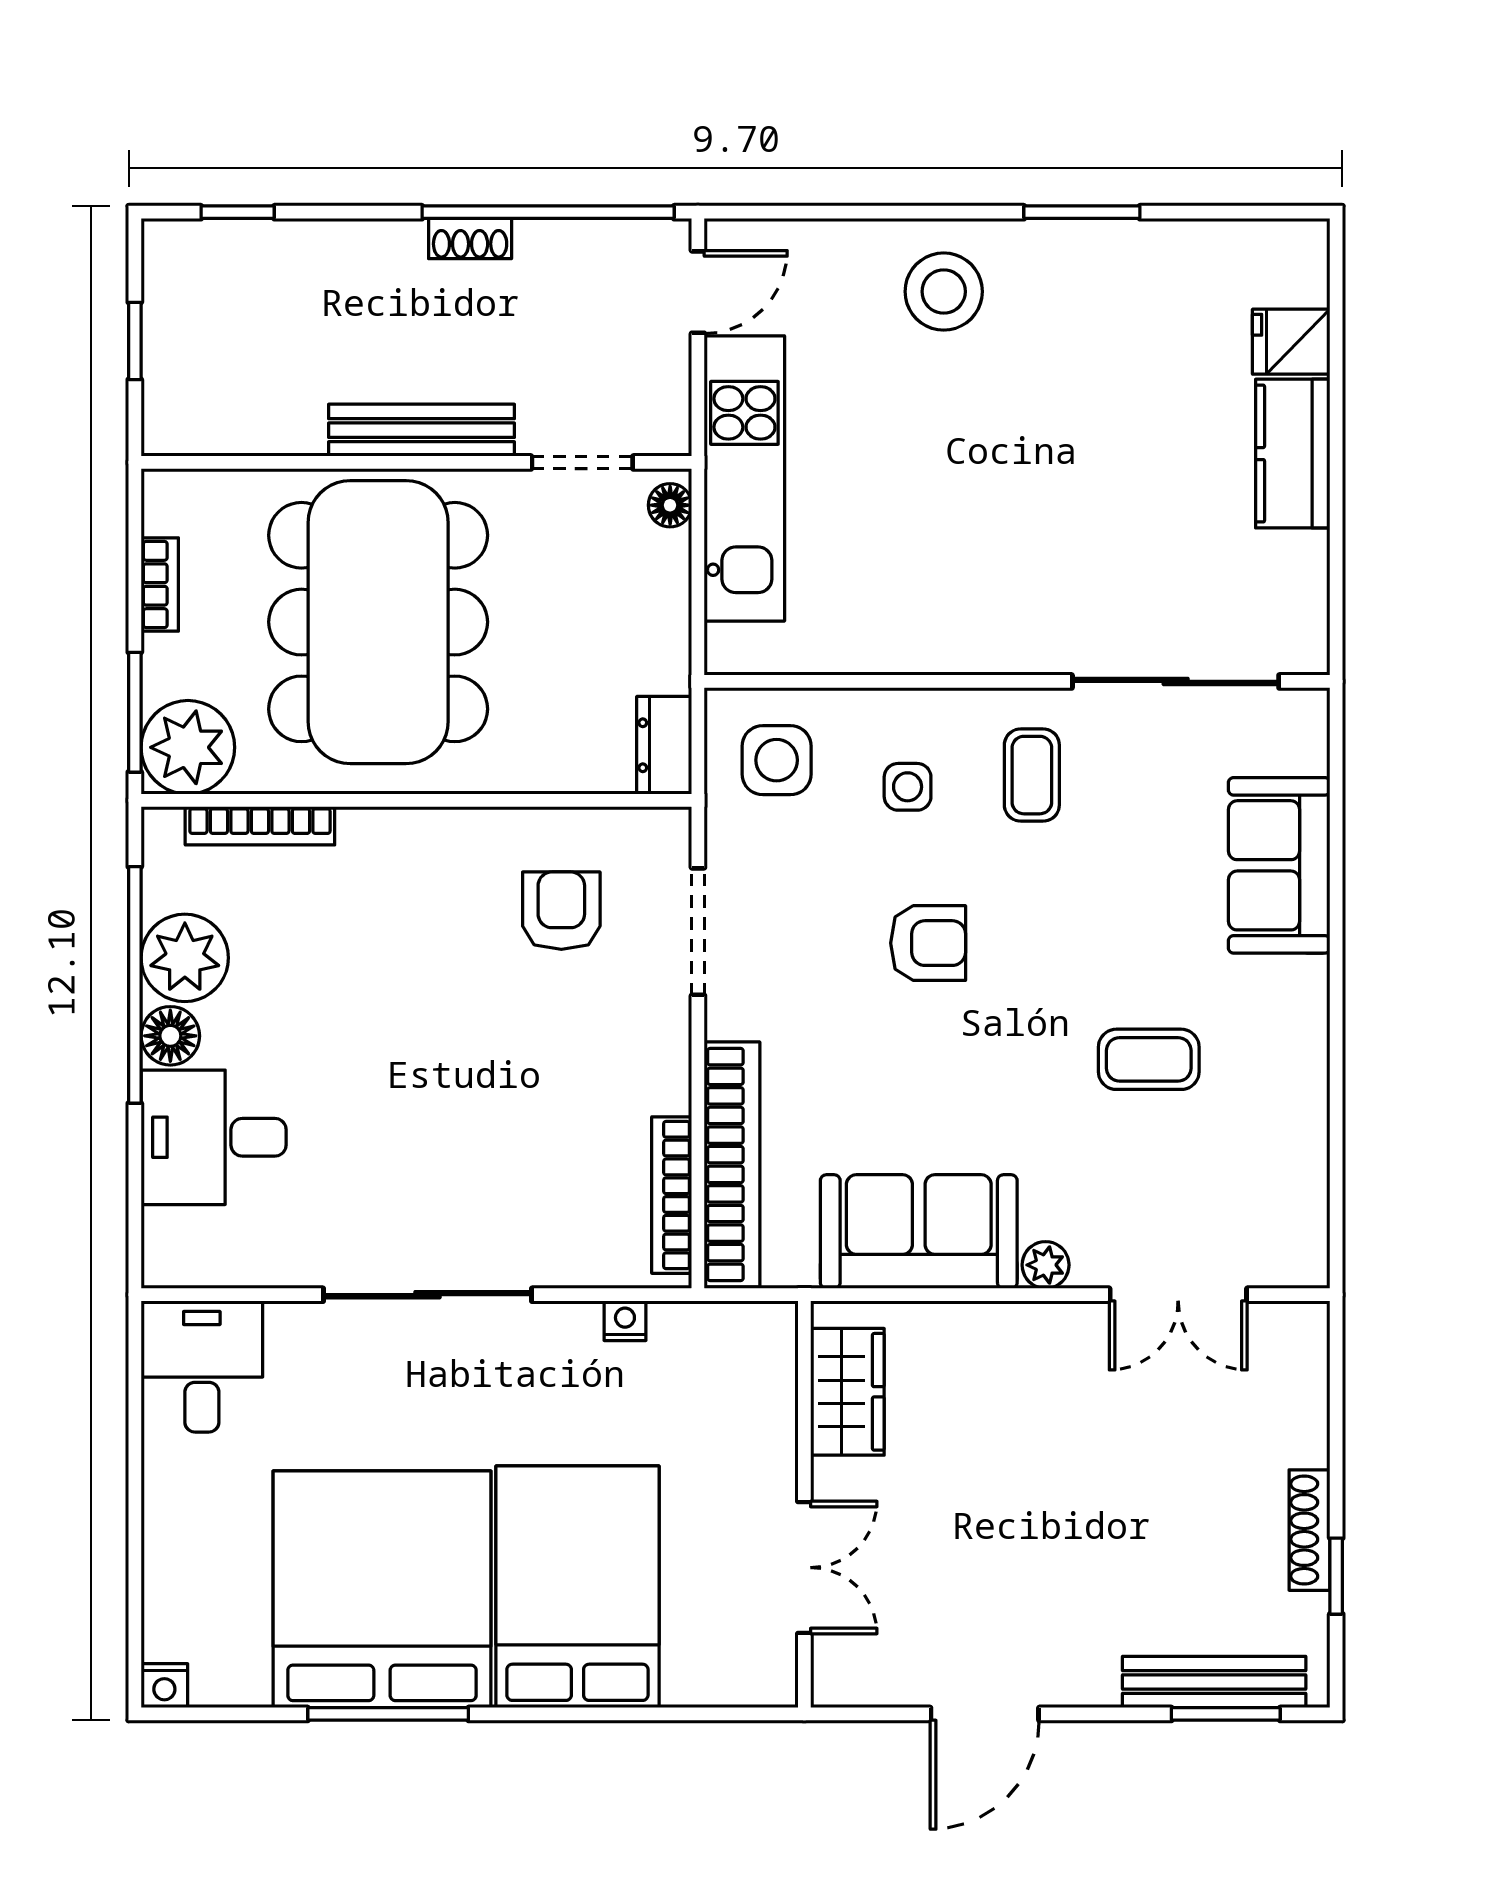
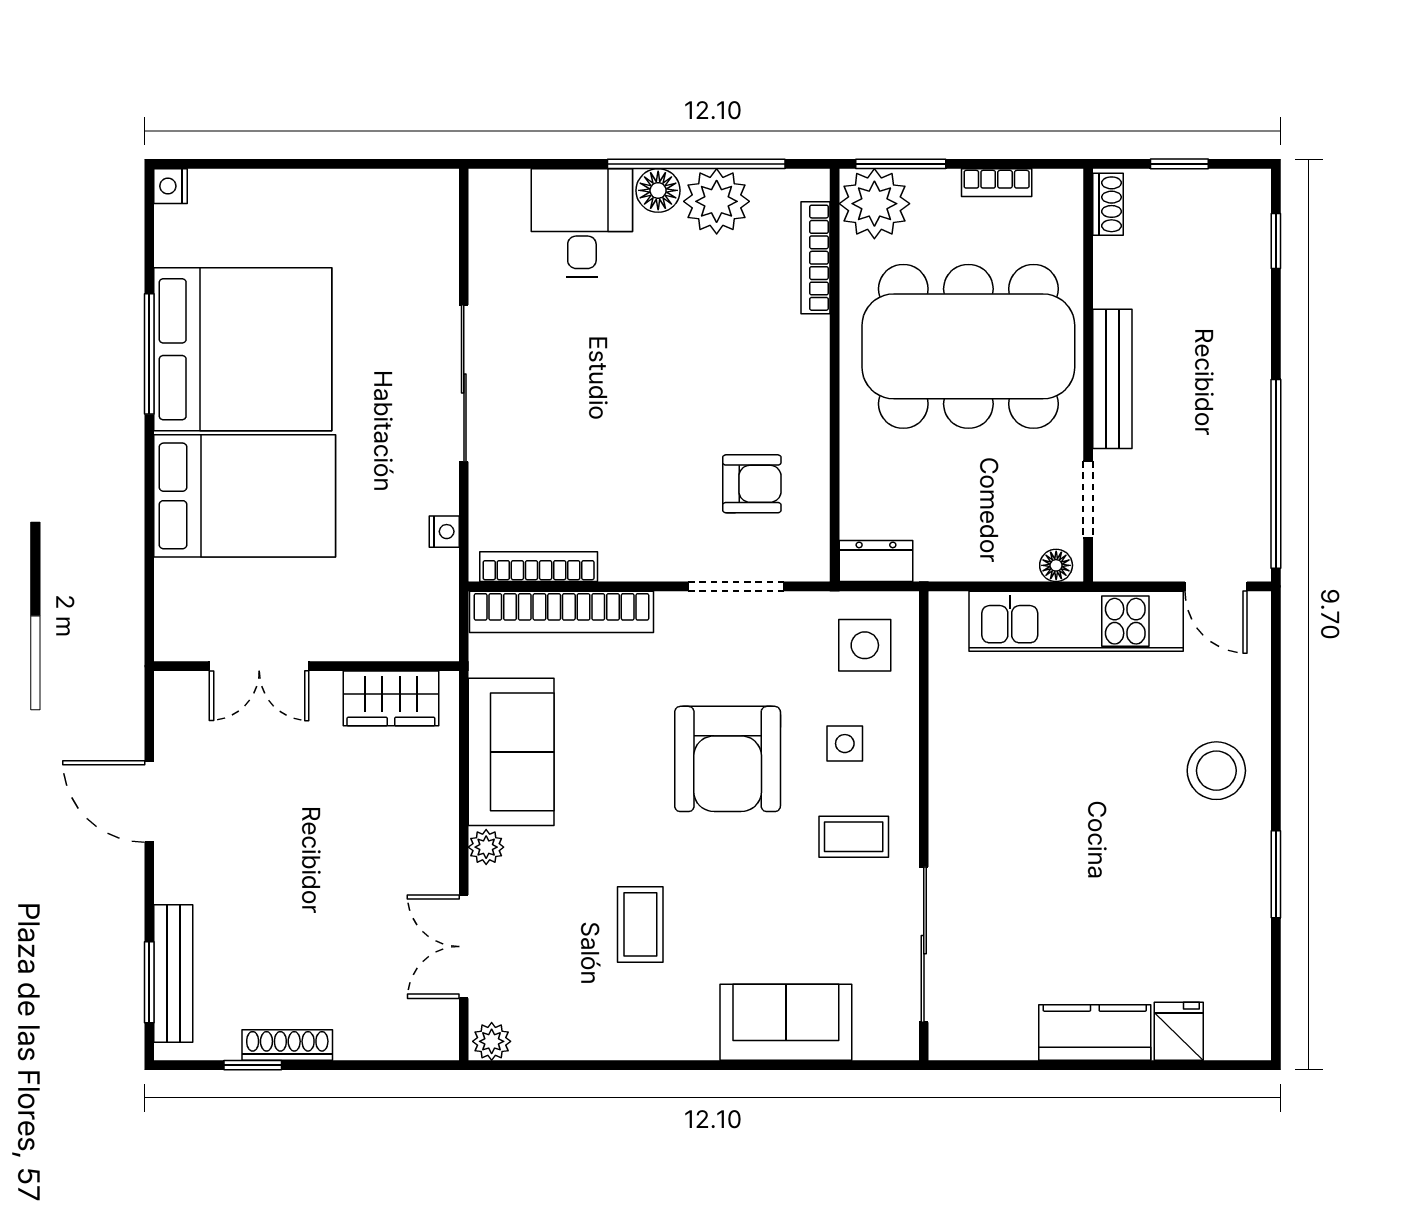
shoe rack: (470, 239) -> (1108, 204), moved, turned 180
armchair: (928, 943) -> (728, 759), width x1.88, depth x1.88
plant: (1305, 1258) -> (492, 1041), added
desk: (202, 1367) -> (410, 214), removed

